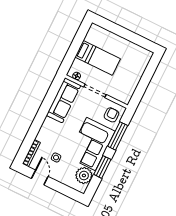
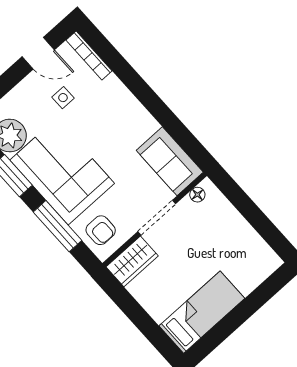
bed: (98, 58) -> (202, 312), moved, turned 180
wardrobe: (120, 94) -> (132, 261), added
sofa: (64, 100) -> (170, 161), width x0.73

